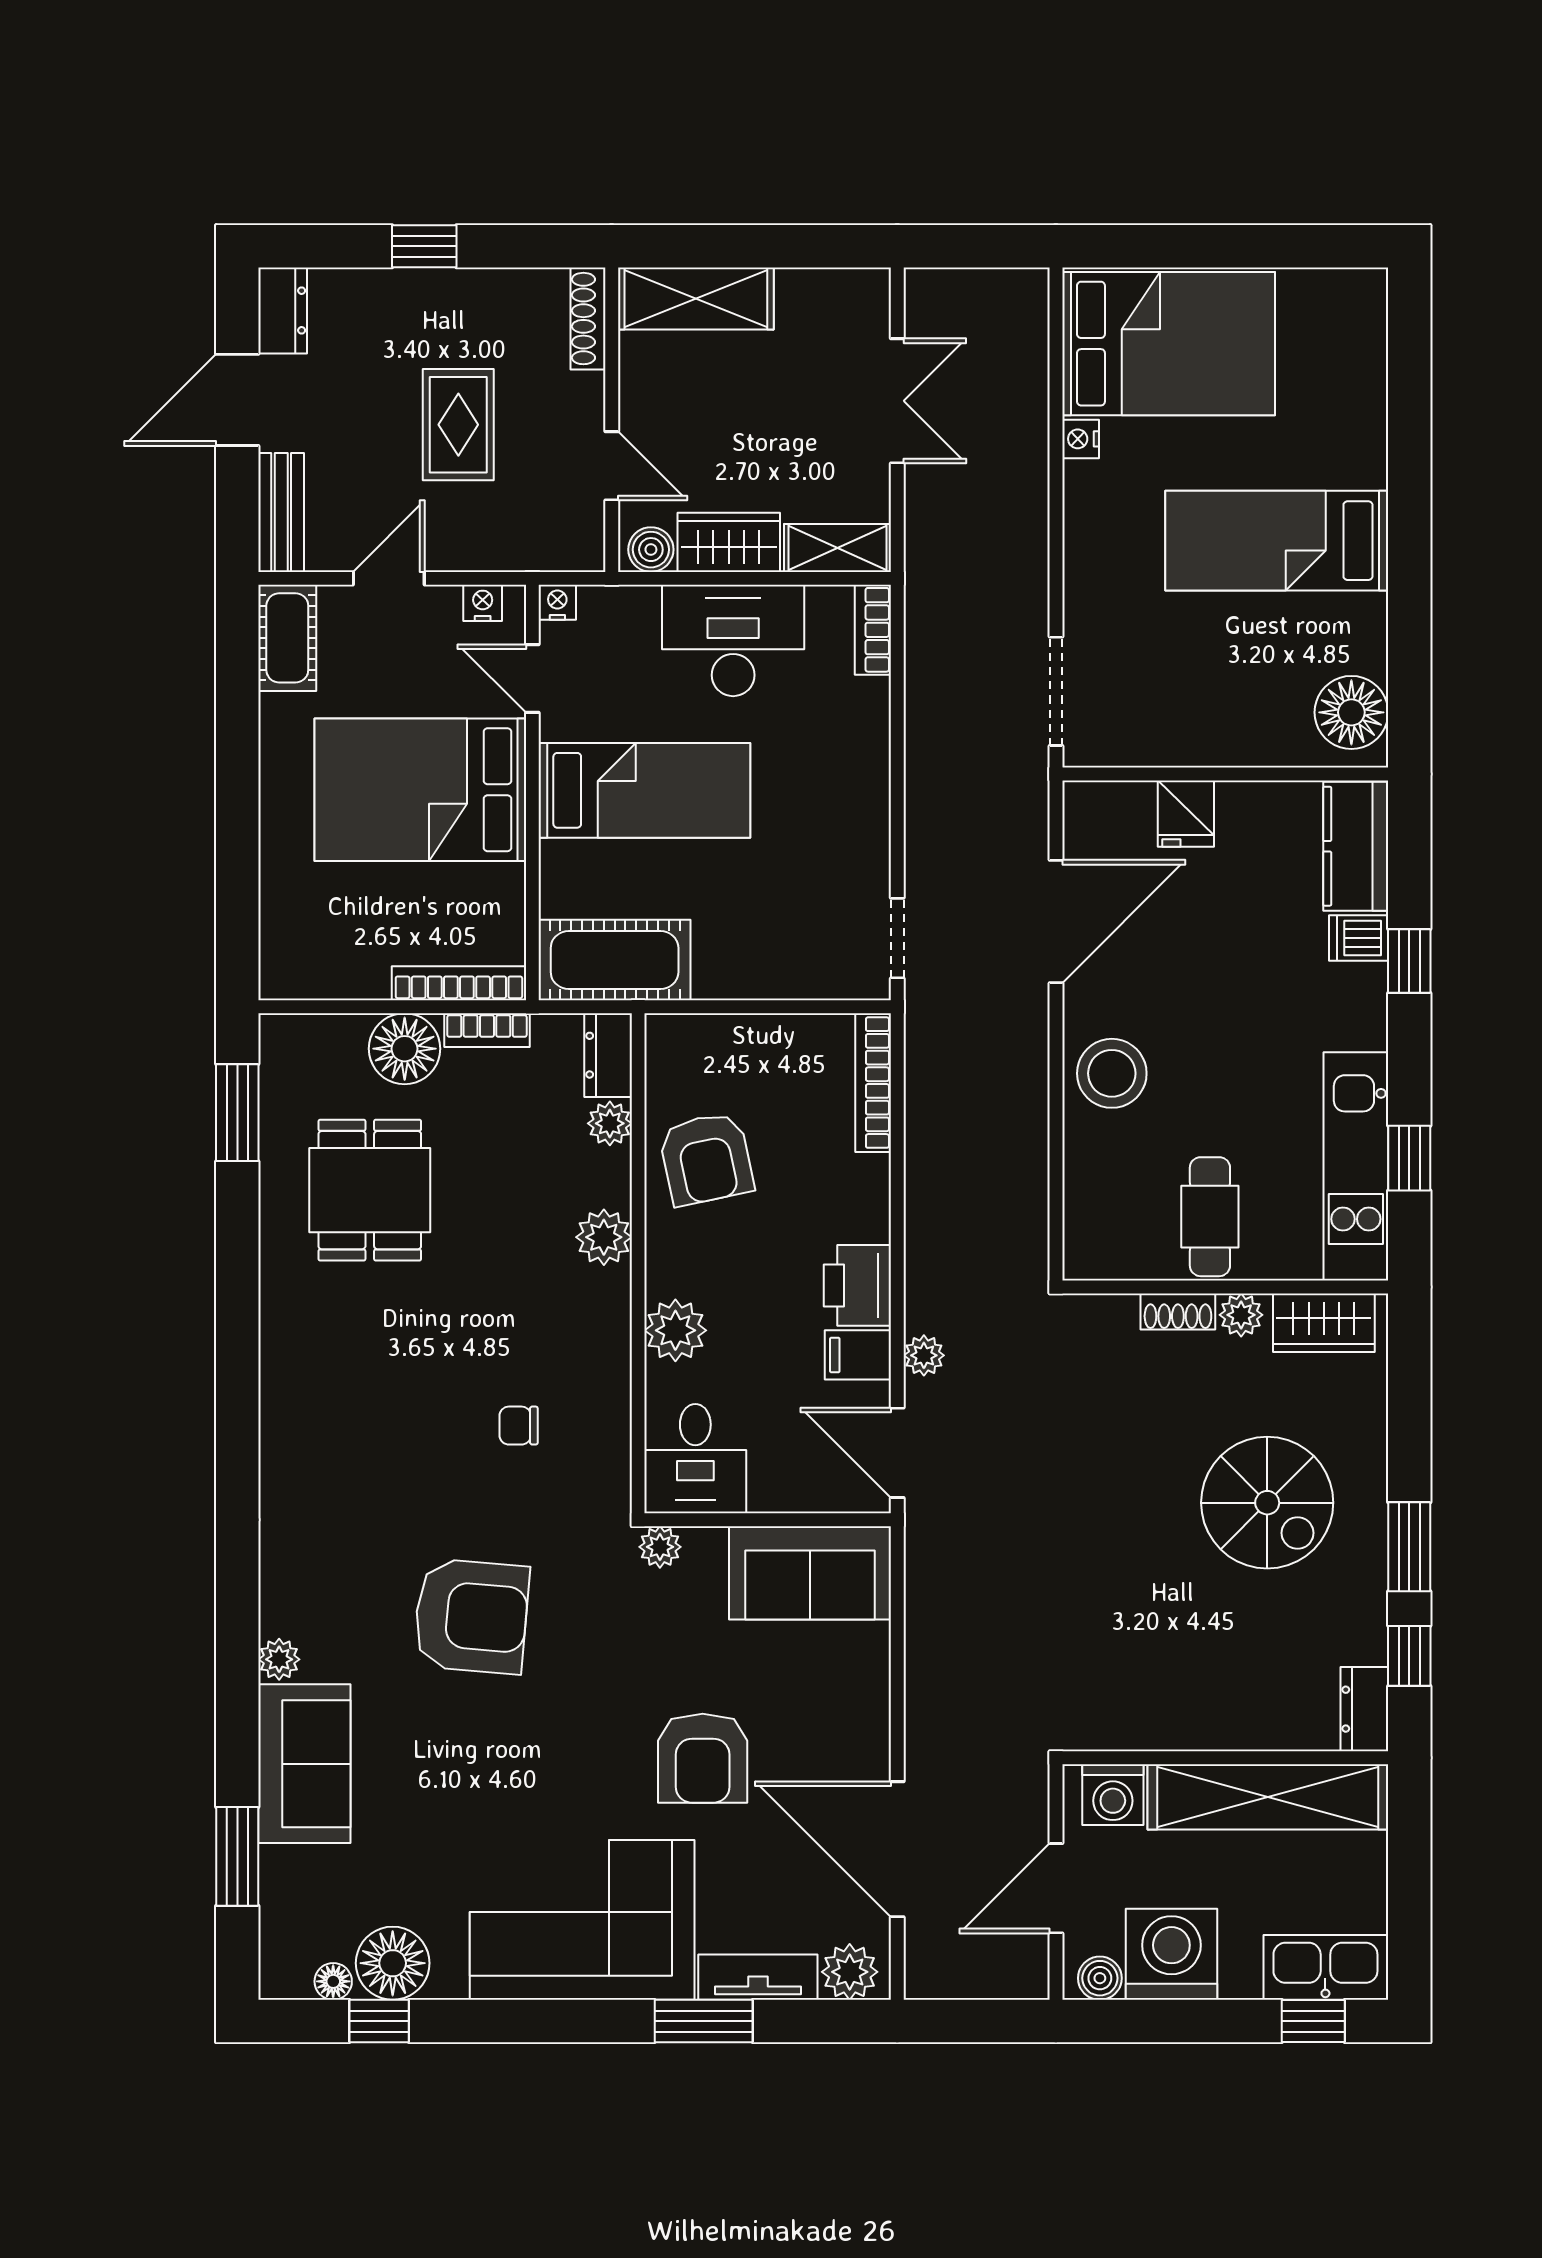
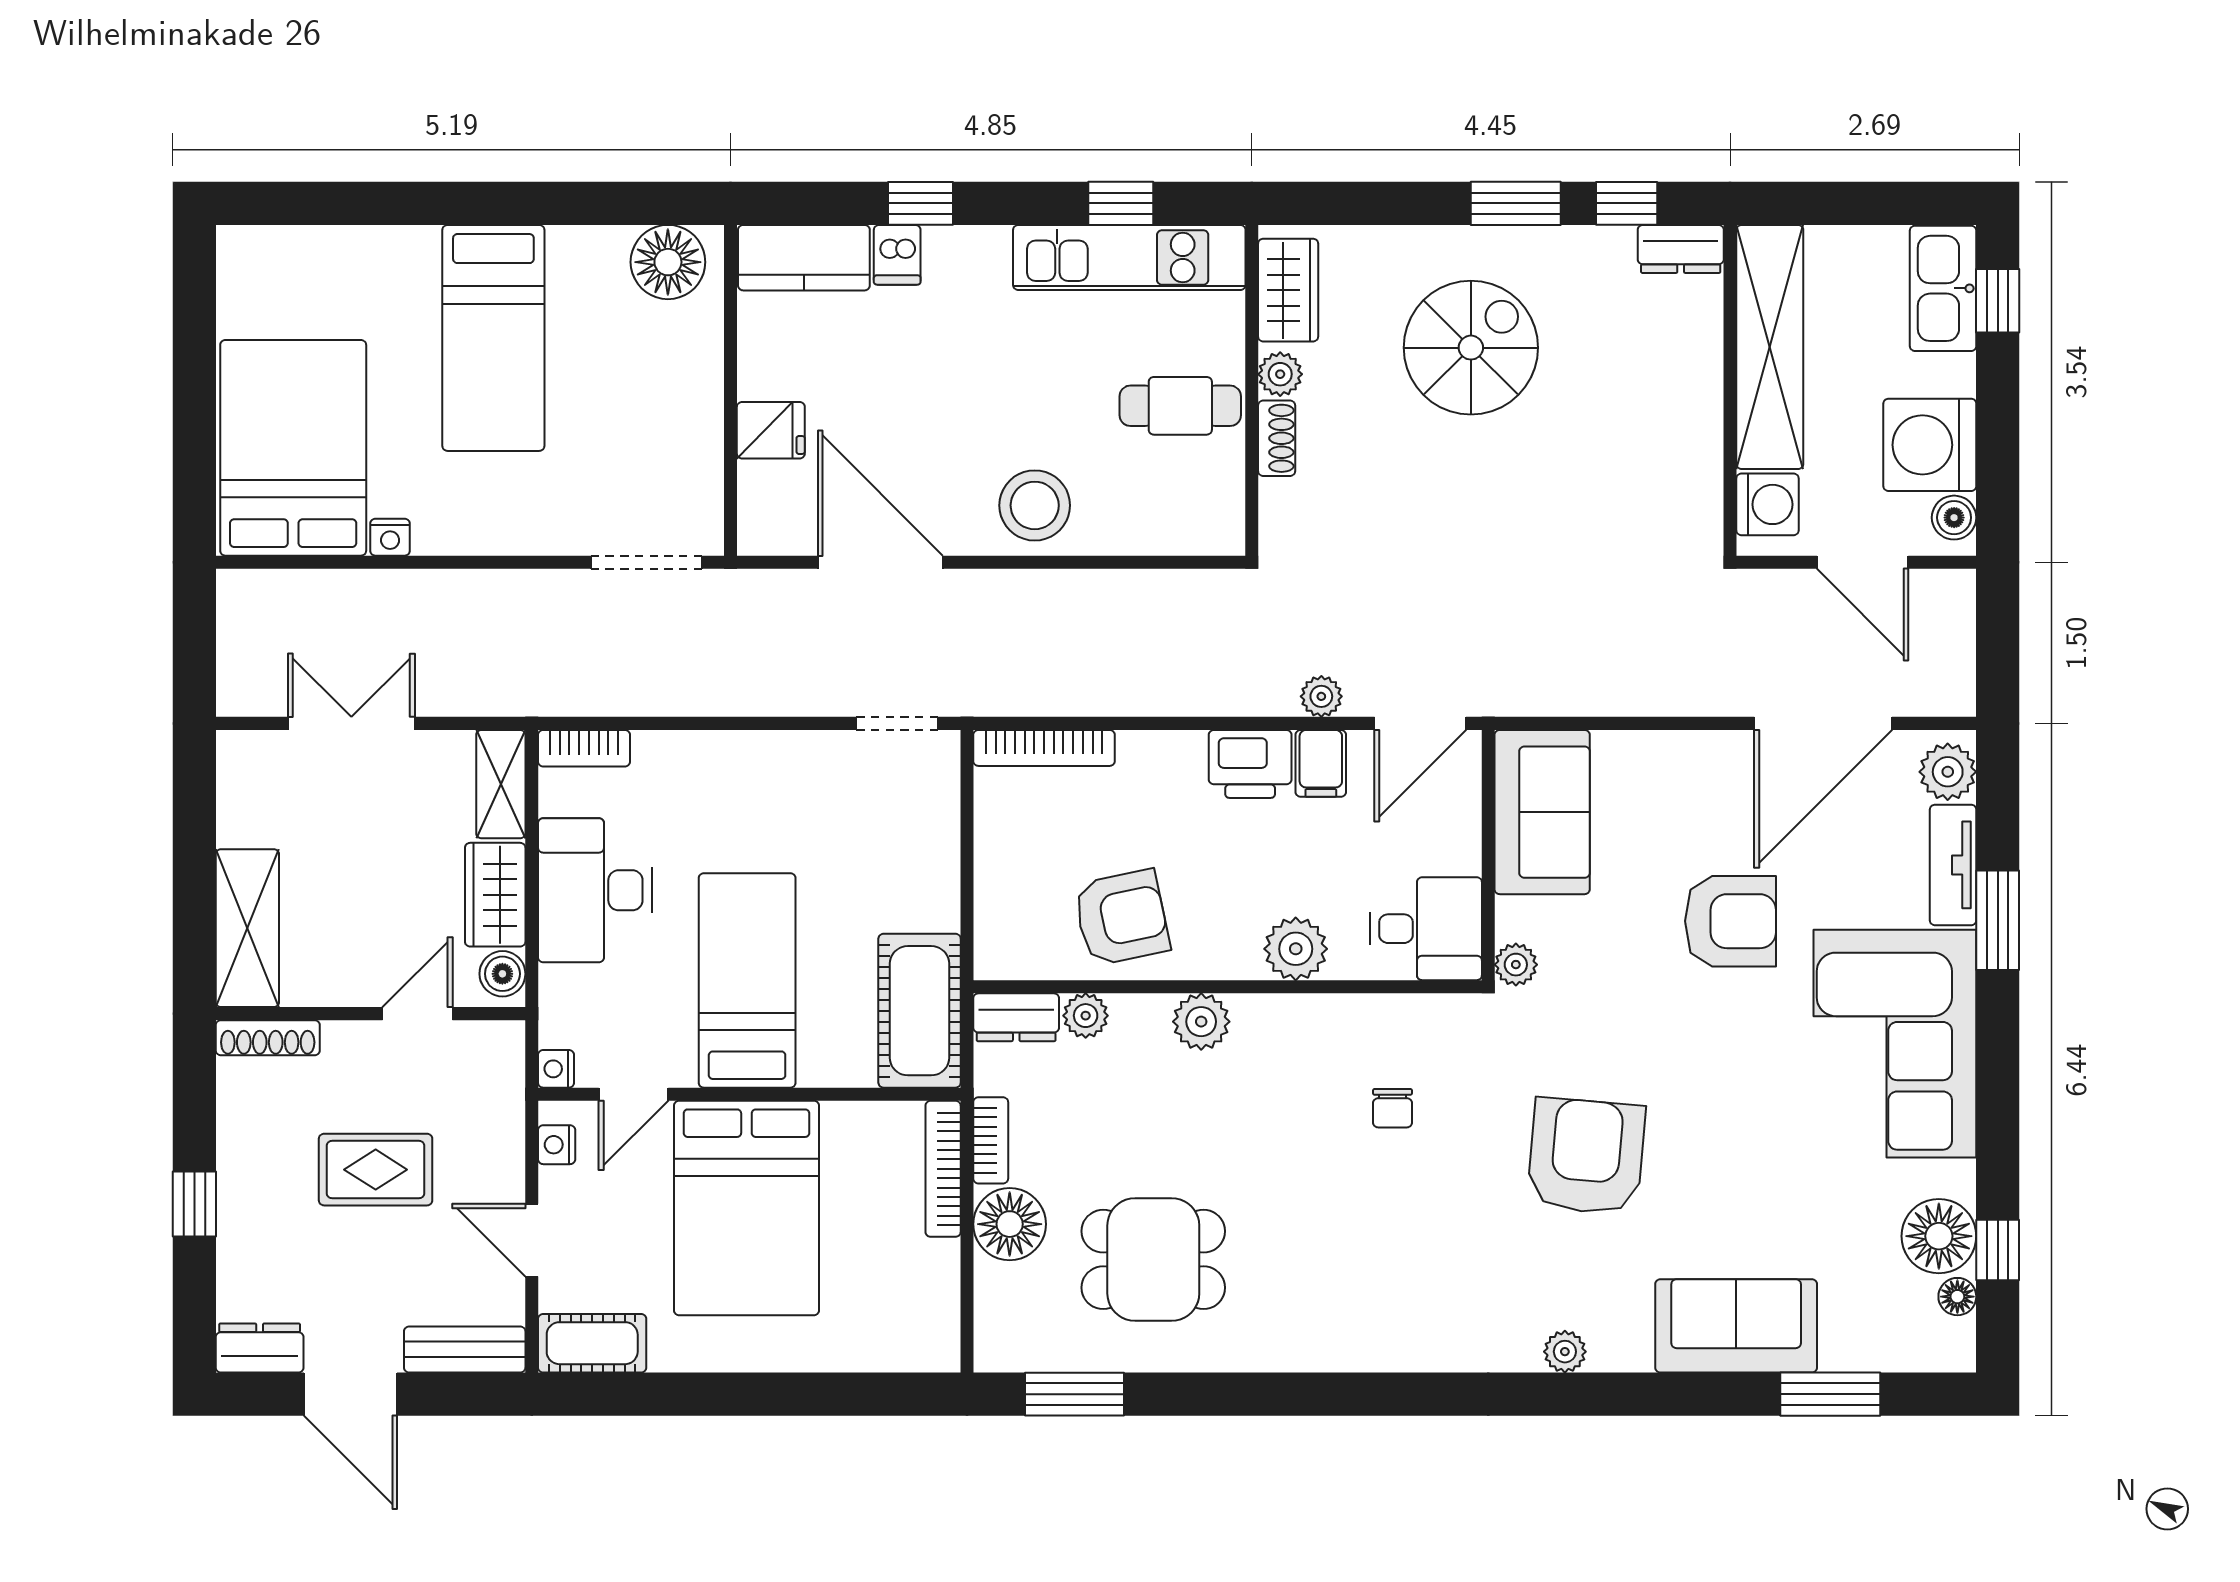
plant: (279, 1659) -> (1565, 1352), moved

